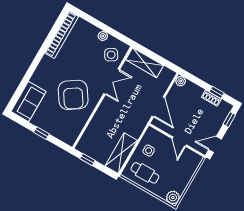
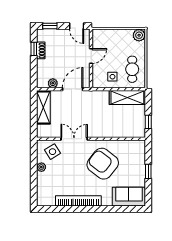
bookcase: (62, 35) -> (78, 201), moved
shelving: (145, 63) -> (43, 108), moved
plant: (181, 81) -> (53, 83), moved
armchair: (73, 95) -> (103, 164), turned -108

